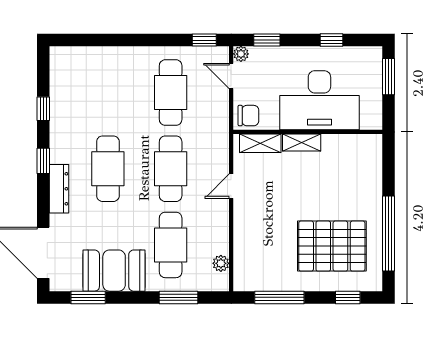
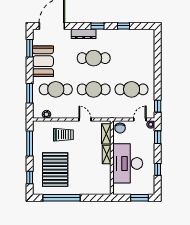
trolley: (262, 230) -> (63, 135), added

